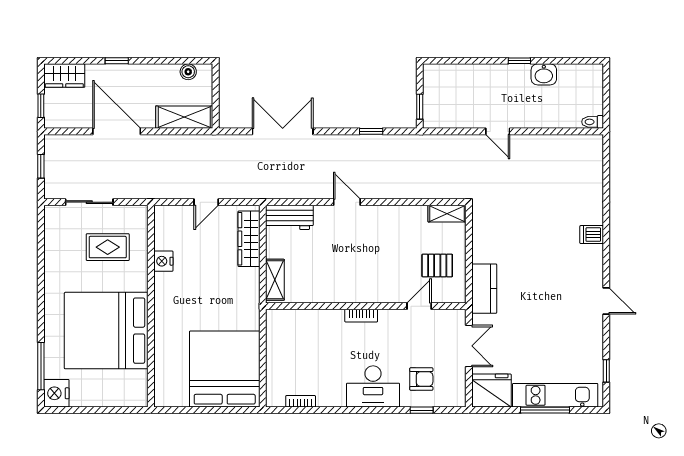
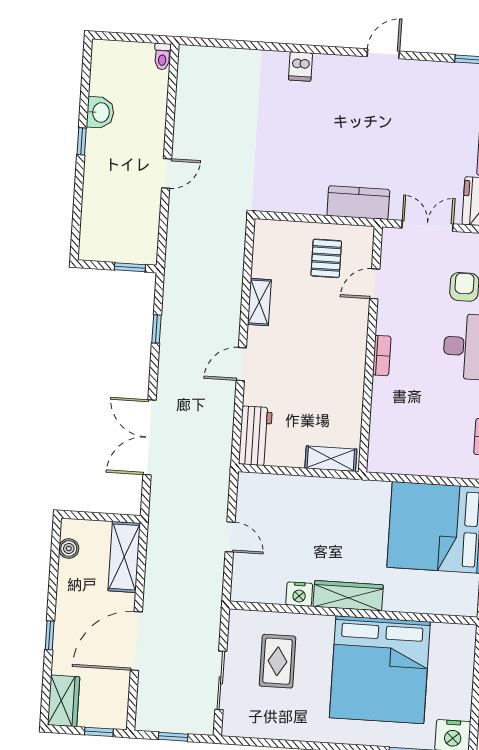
shelving: (447, 214) -> (259, 302), moved
wardrobe: (249, 239) -> (348, 596), moved, turned 180
door: (419, 306) -> (375, 284), hinge flipped

